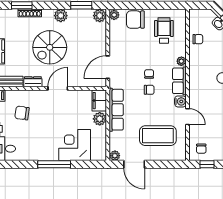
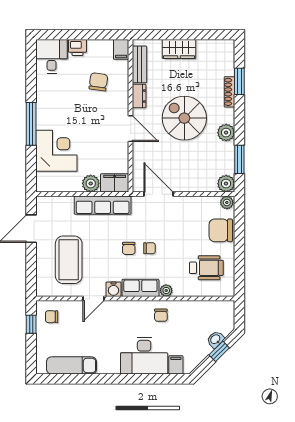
chair: (135, 20) -> (221, 230), turned -90
chair: (198, 39) -> (161, 315), moved
plant: (115, 156) -> (42, 203), removed

